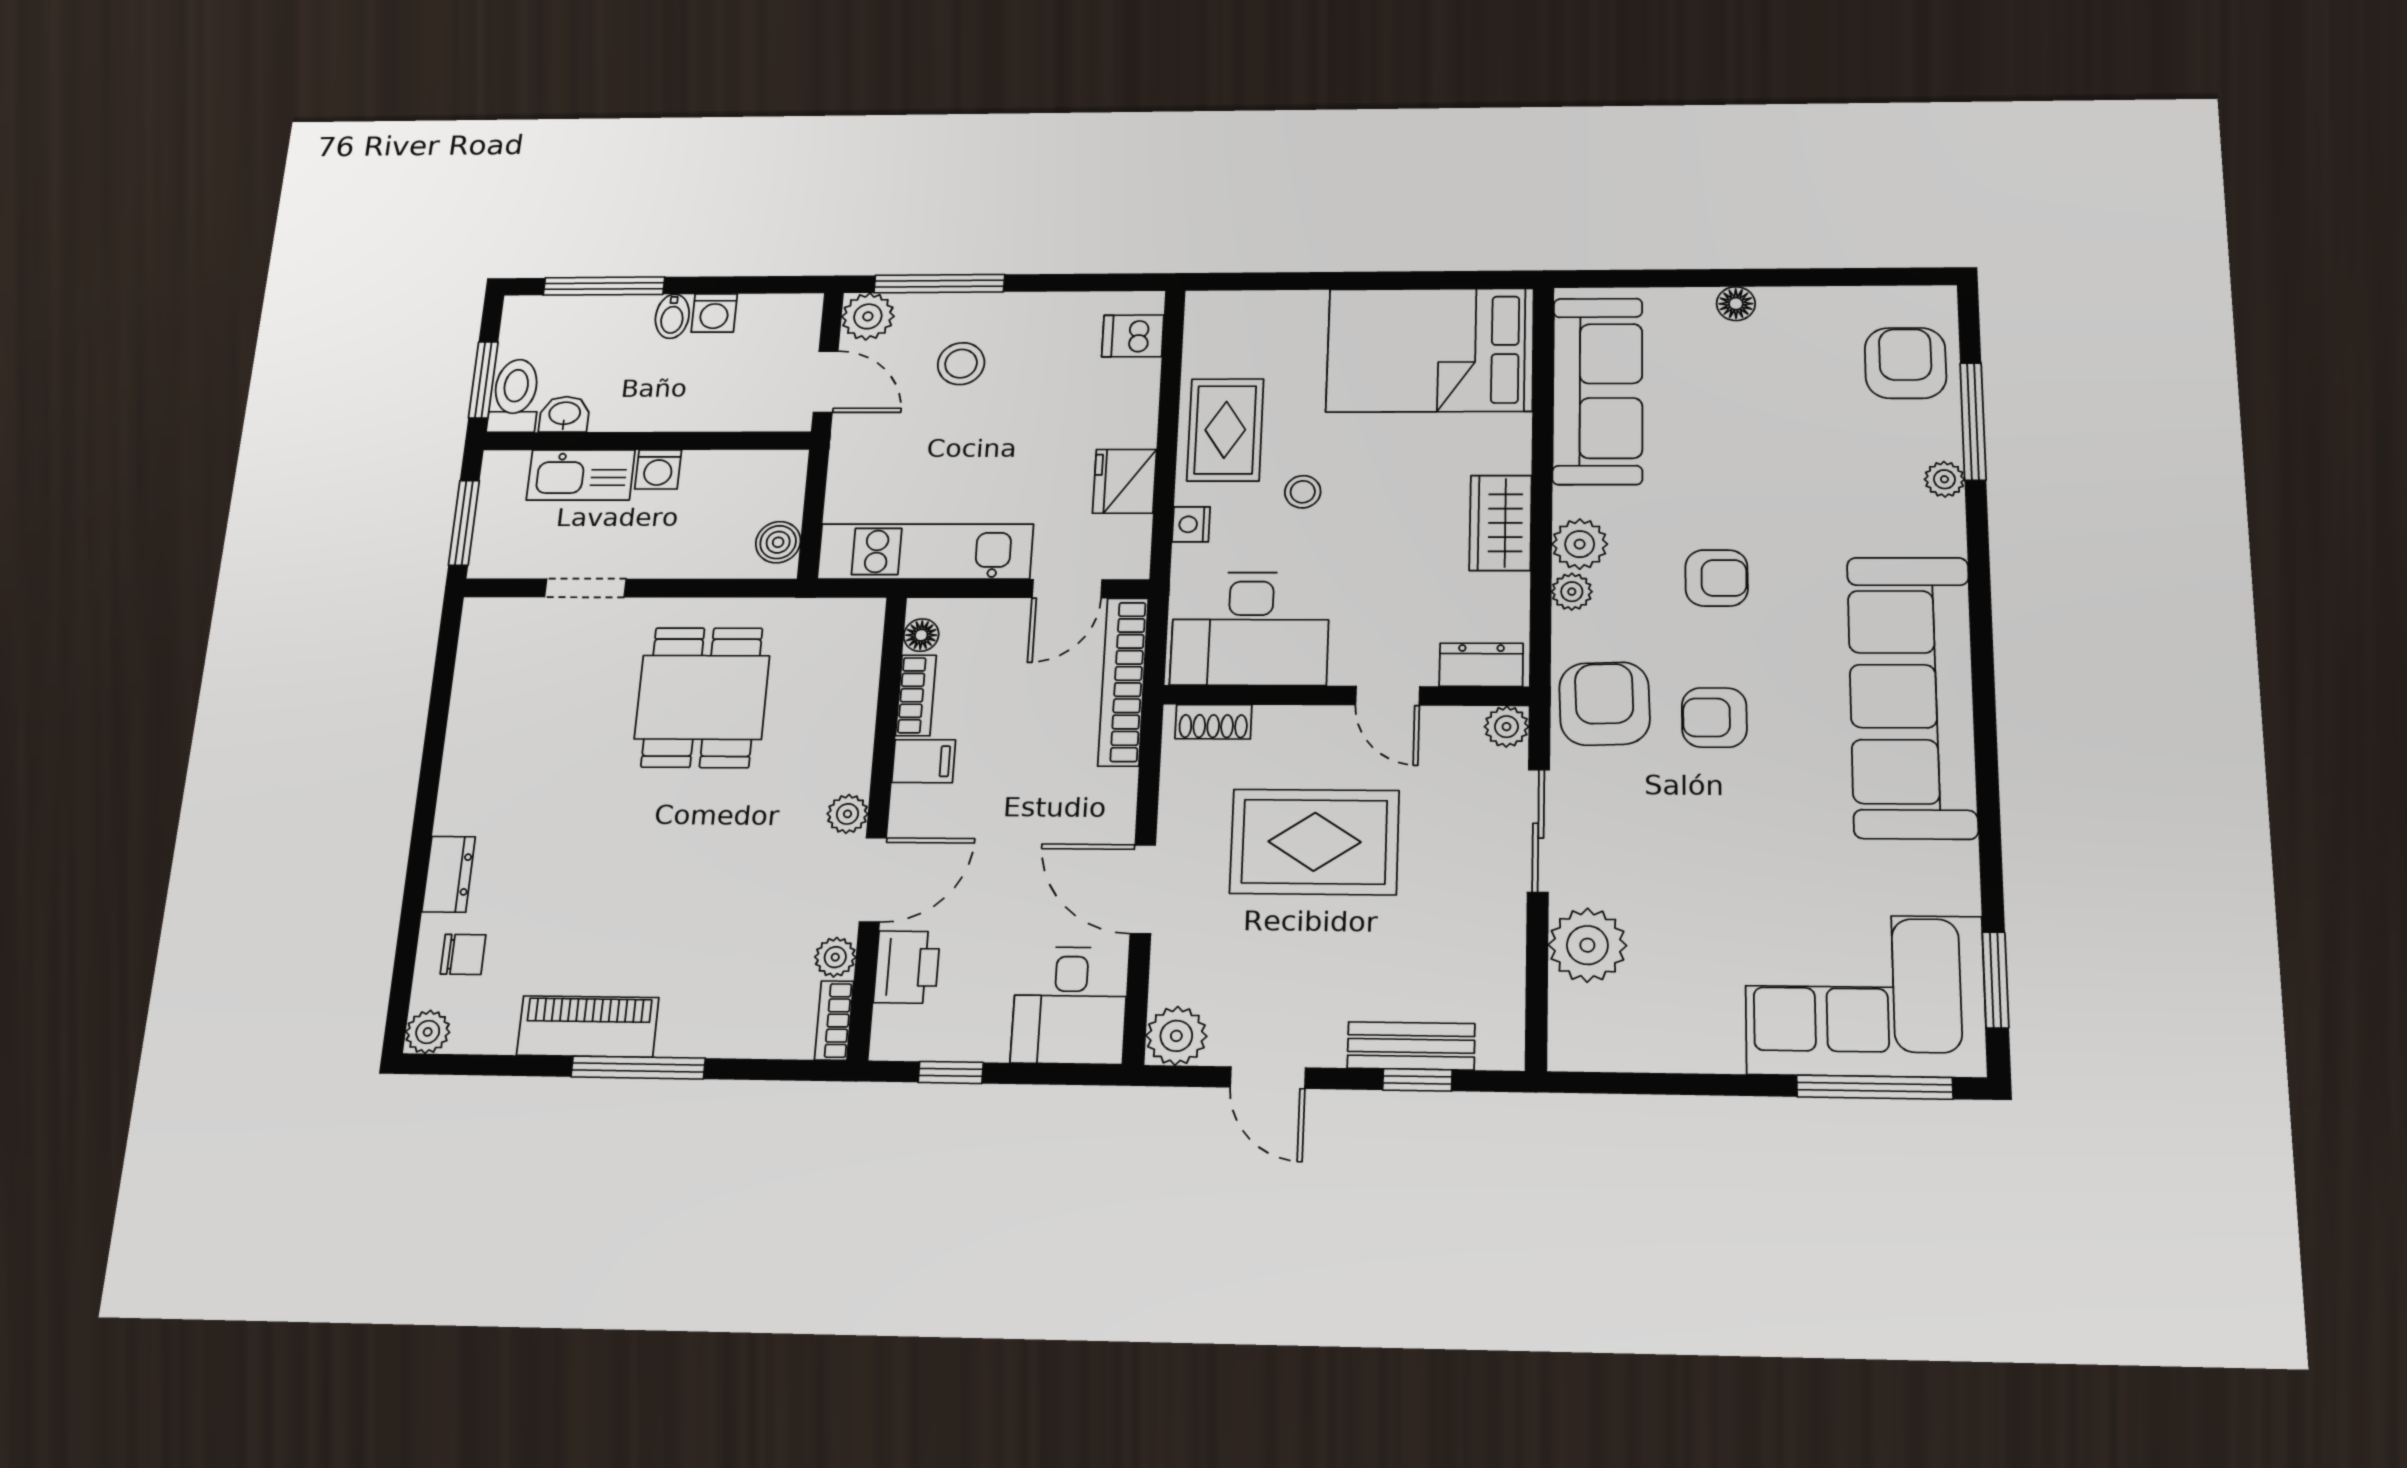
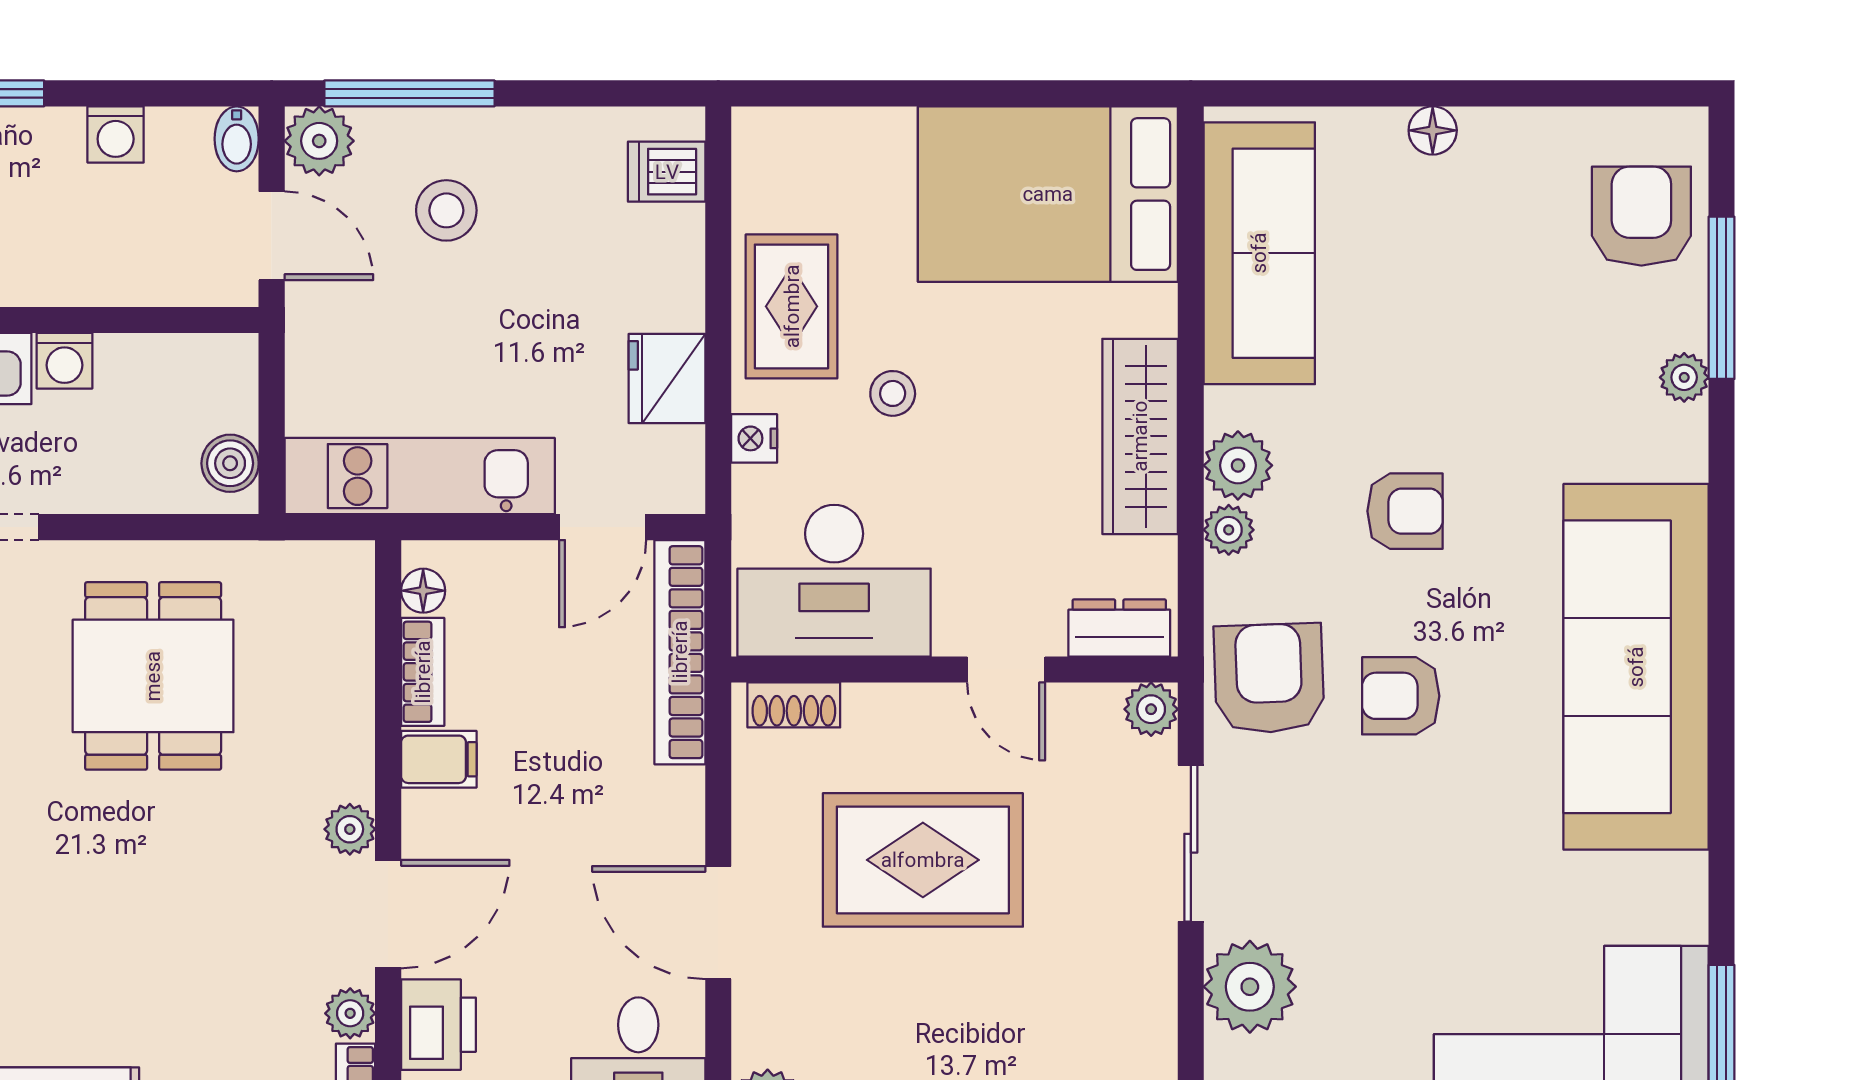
bidet: (672, 316) -> (237, 139), moved
wardrobe: (1500, 523) -> (1140, 436), width x1.50

